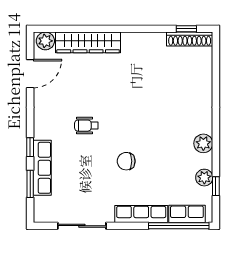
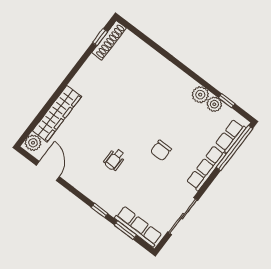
plant: (203, 143) -> (200, 95), moved
row of seats: (42, 168) -> (138, 227), moved

